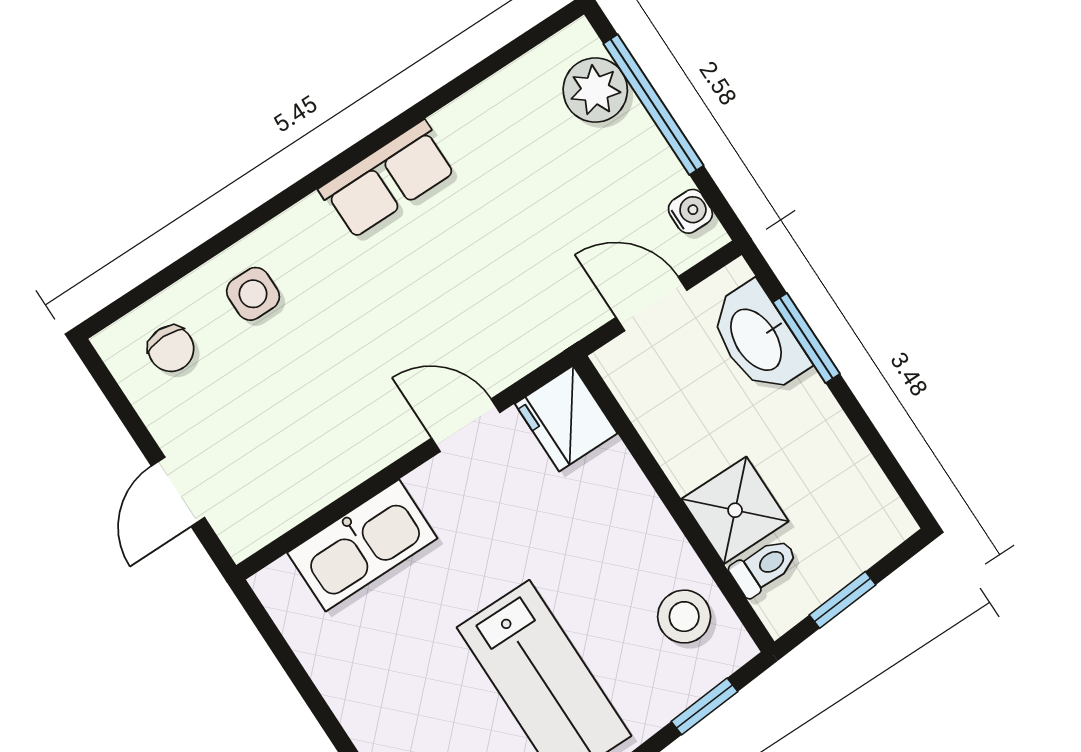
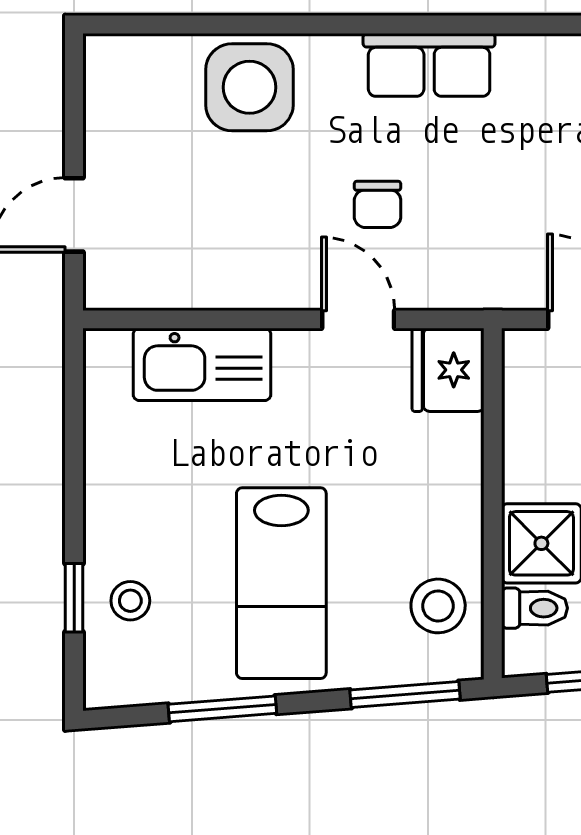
side table: (253, 294) -> (249, 87), width x1.87, depth x1.87
chair: (171, 349) -> (378, 204), moved
window: (704, 706) -> (405, 694), width x1.50

